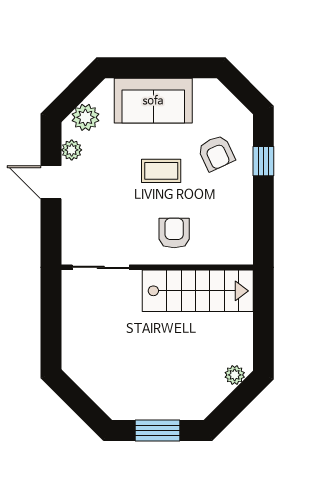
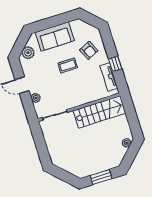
plant: (72, 150) -> (36, 98), moved
window: (263, 161) -> (115, 64), moved
tv unit: (241, 223) -> (109, 77), added
armchair: (174, 233) -> (82, 90), removed

